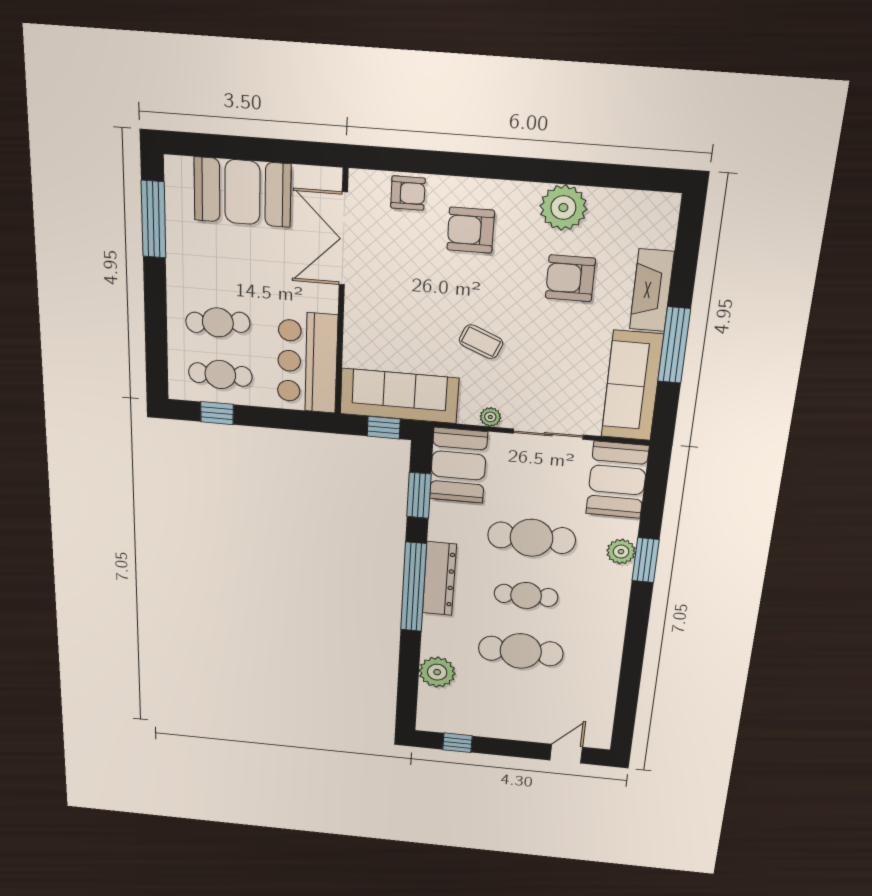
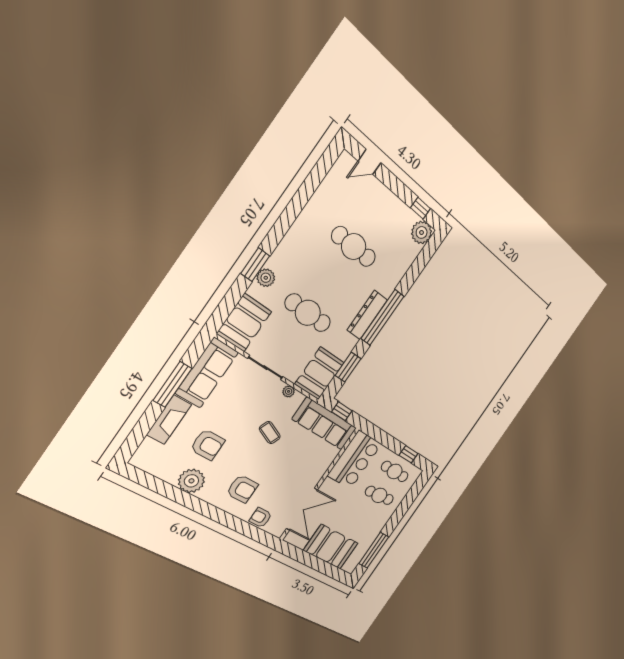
cafe table: (526, 595) -> (331, 280), removed
plant: (437, 672) -> (422, 232), moved

